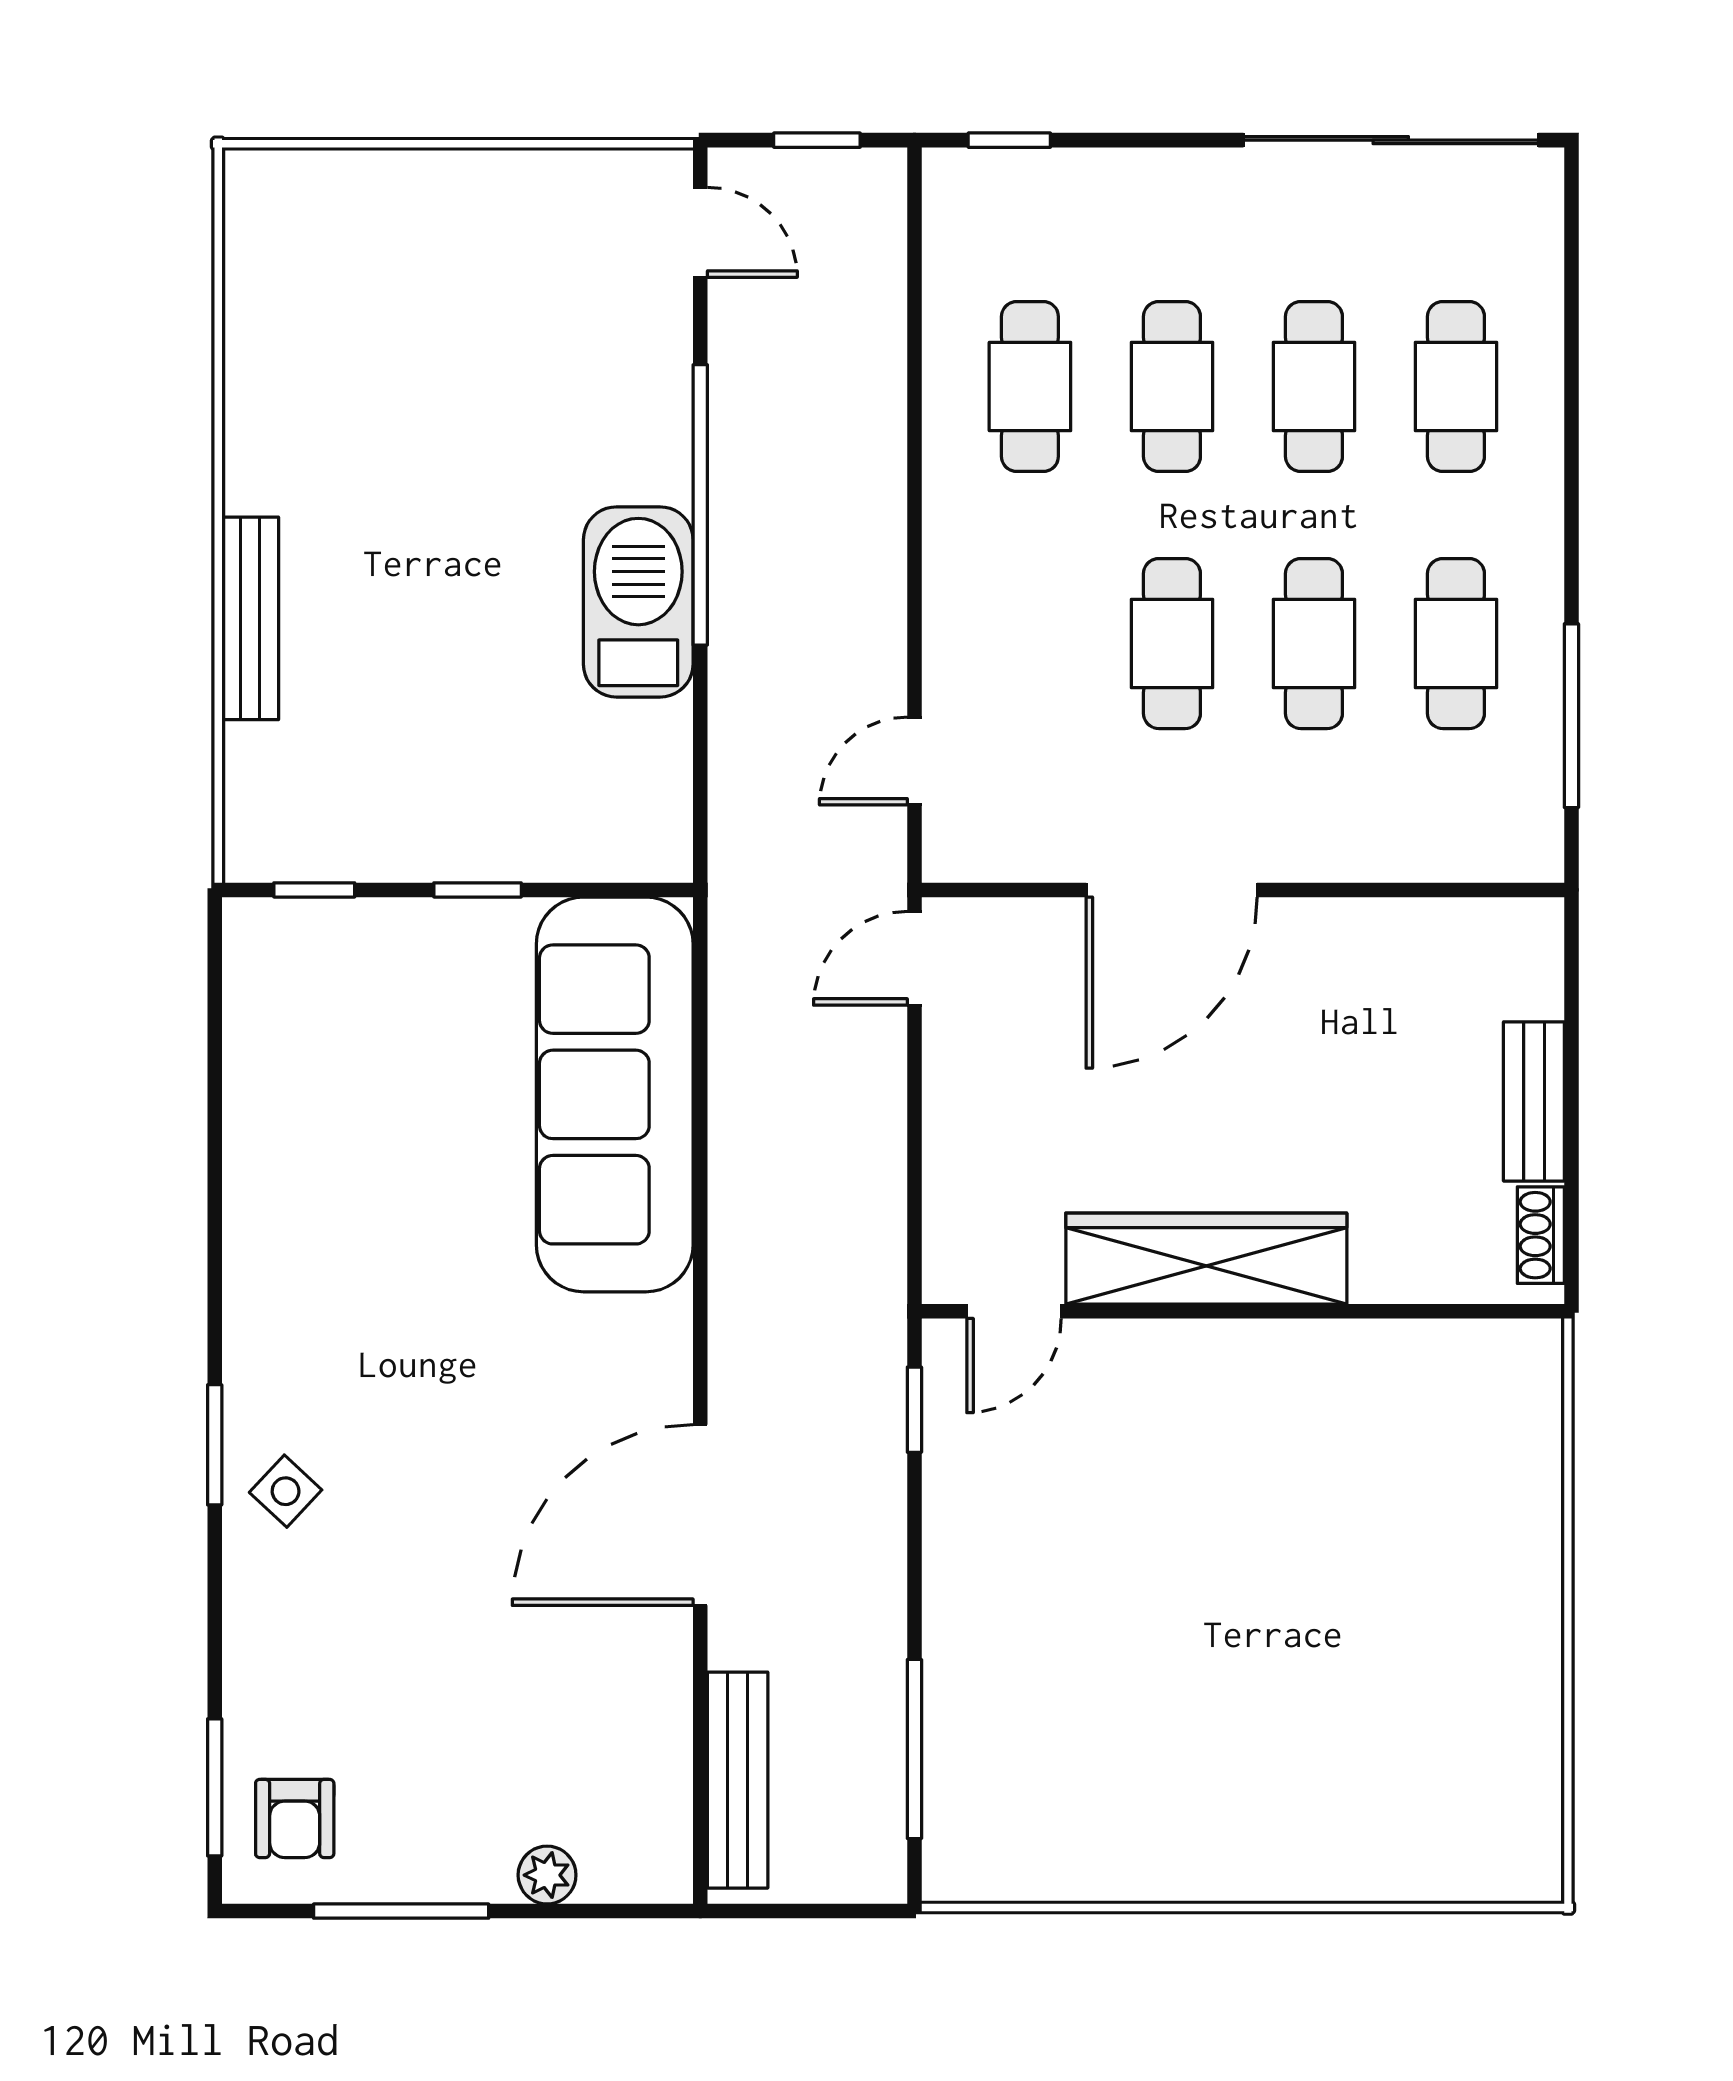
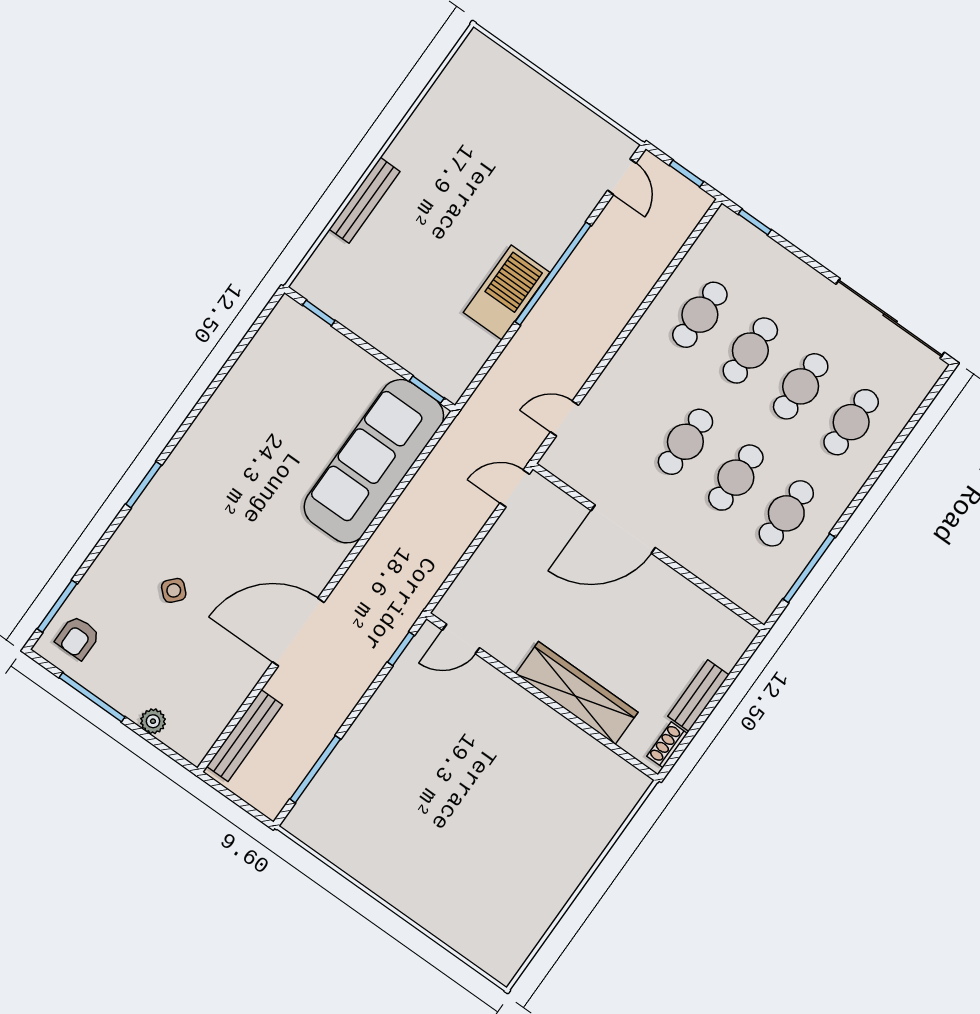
window: (478, 890) -> (427, 390), moved
wardrobe: (1206, 1259) -> (577, 693), moved
side table: (286, 1491) -> (174, 590), moved

